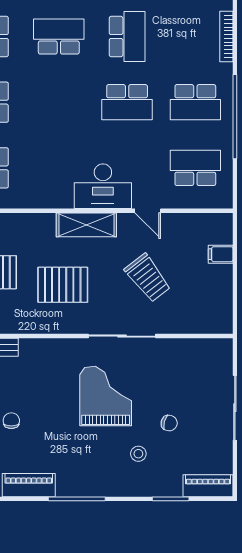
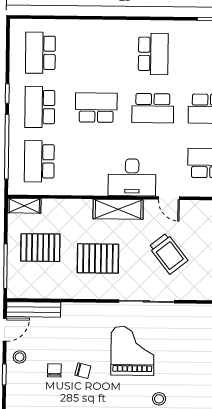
school desk: (59, 36) -> (96, 108), moved
chair: (169, 423) -> (83, 371), moved

